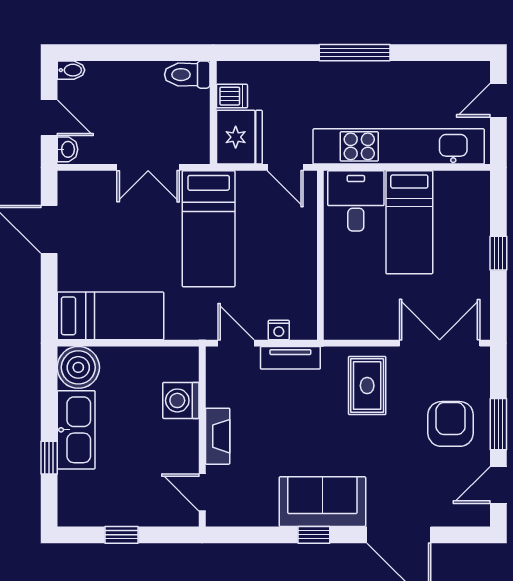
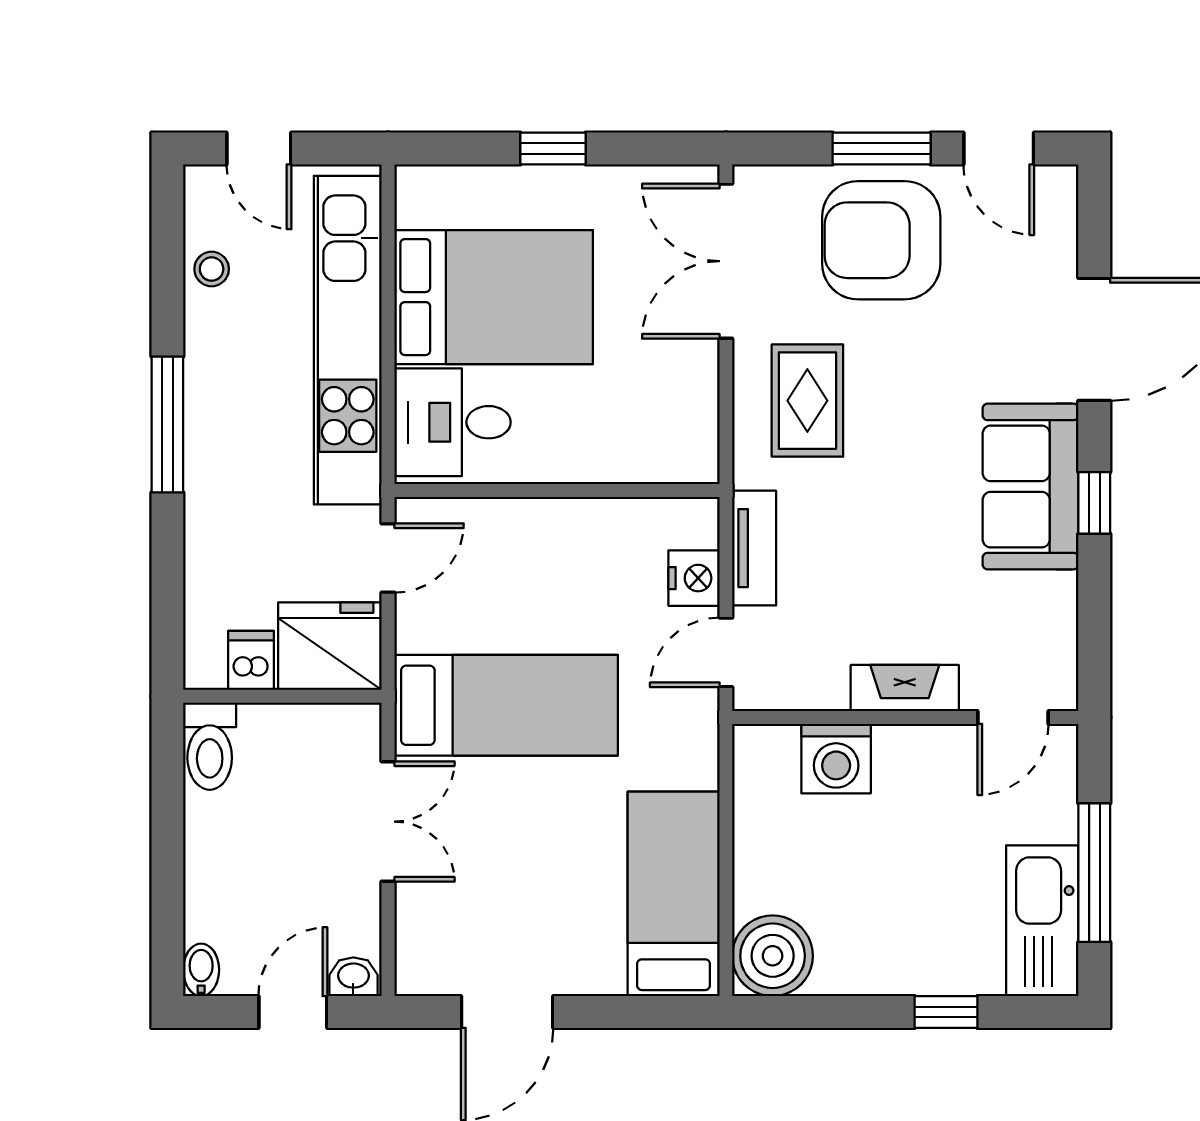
stool: (436, 76) -> (212, 269), added
bed: (409, 222) -> (494, 297), width x1.50
nightstand: (279, 330) -> (694, 578), width x1.39, depth x1.35
rug: (367, 386) -> (807, 401), turned 90
armchair: (451, 424) -> (881, 240), width x1.36, depth x1.36
kitchen sink: (76, 430) -> (1042, 921), moved, turned -90
window: (122, 535) -> (1094, 873), width x2.17

